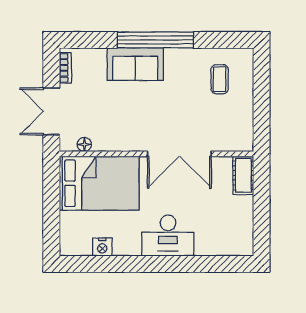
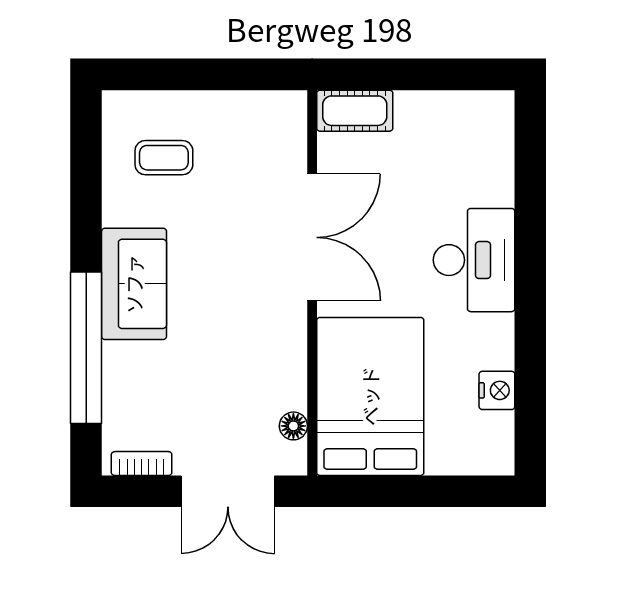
window: (155, 40) -> (86, 348), moved
sofa: (135, 64) -> (134, 284), moved

